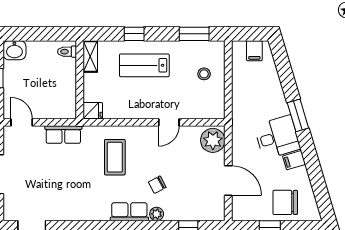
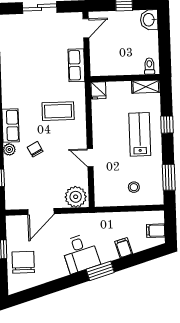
filing cabinet: (294, 160) -> (124, 248), moved

